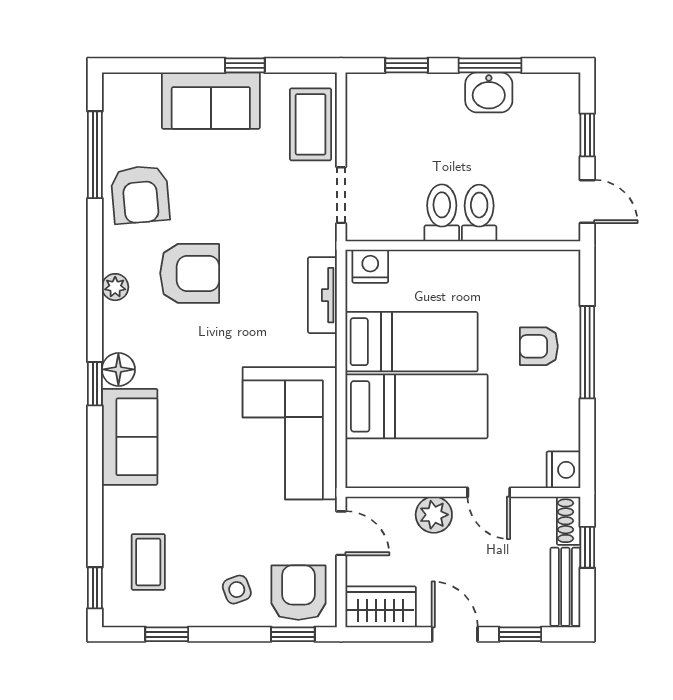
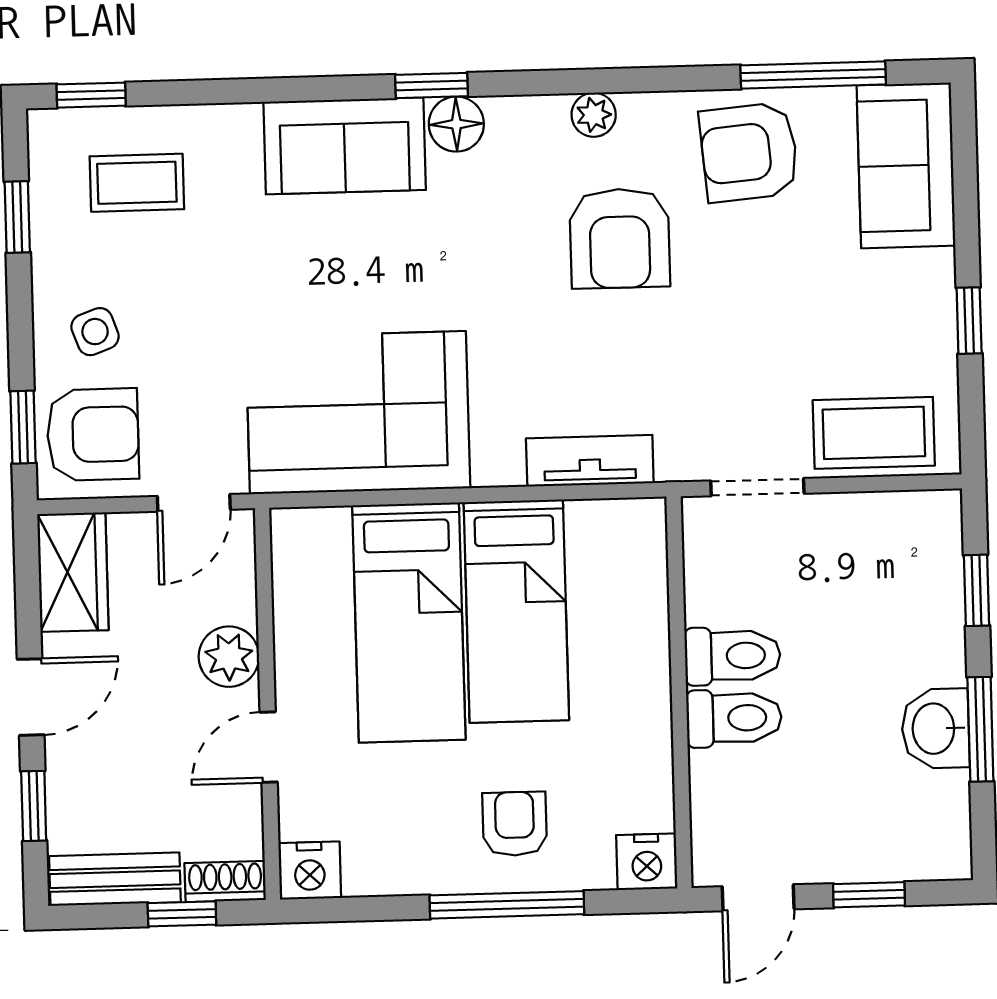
sofa: (211, 101) -> (906, 166), moved
nightstand: (370, 266) -> (647, 862), moved, turned 90

